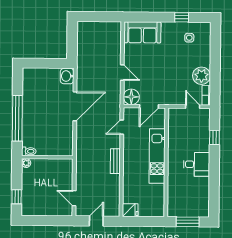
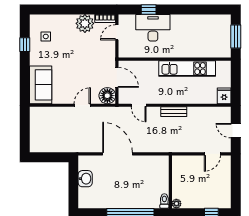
washbasin: (67, 76) -> (85, 179), moved, turned -90
kitchen unit: (157, 156) -> (187, 69), moved
desk: (197, 164) -> (153, 28), moved, width x1.37

